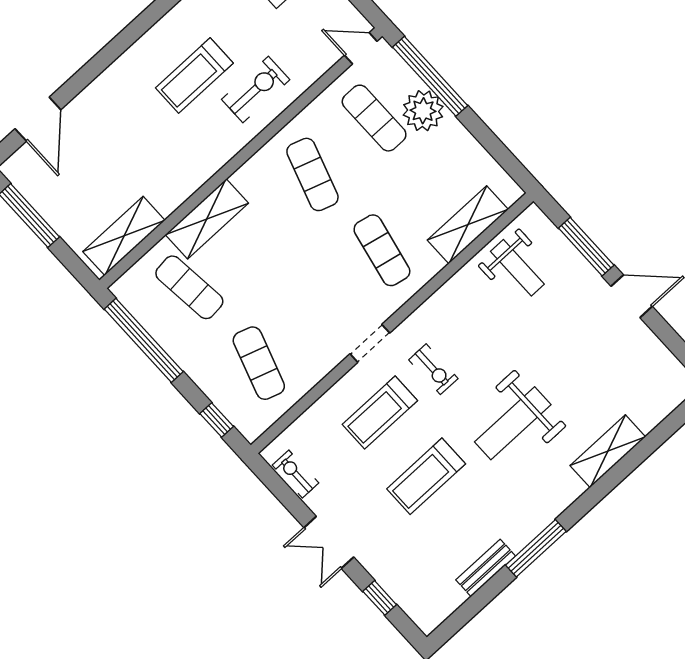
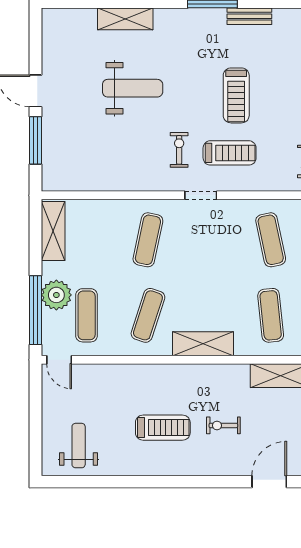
exercise bike: (256, 89) -> (223, 425), moved, width x0.73, depth x0.72
shelving: (207, 219) -> (203, 344), moved
shelving: (468, 225) -> (53, 231), moved, turned 90
weight bench: (517, 268) -> (83, 163), removed
exercise mat: (259, 363) -> (271, 240), turned -30
weight bench: (513, 423) -> (133, 88), moved
treadmill: (426, 476) -> (236, 95), turned 90

